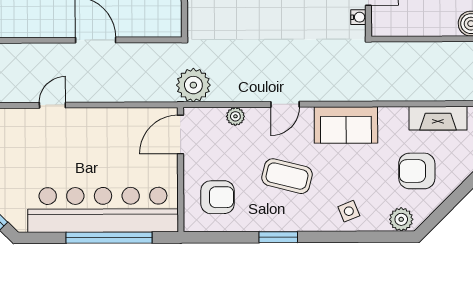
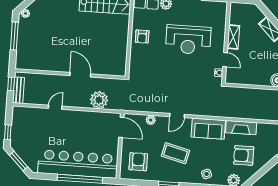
plant: (193, 85) -> (99, 100), moved
fireplace: (438, 118) -> (241, 128), moved
door: (181, 135) -> (121, 127), swing flipped
armchair: (217, 197) -> (138, 162), turned -90

